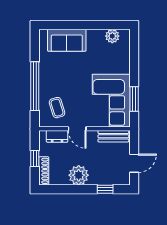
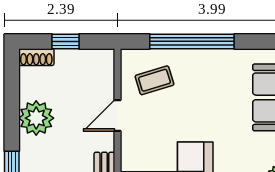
dresser: (57, 136) -> (104, 80), removed
shoe rack: (44, 171) -> (36, 57), width x0.70

